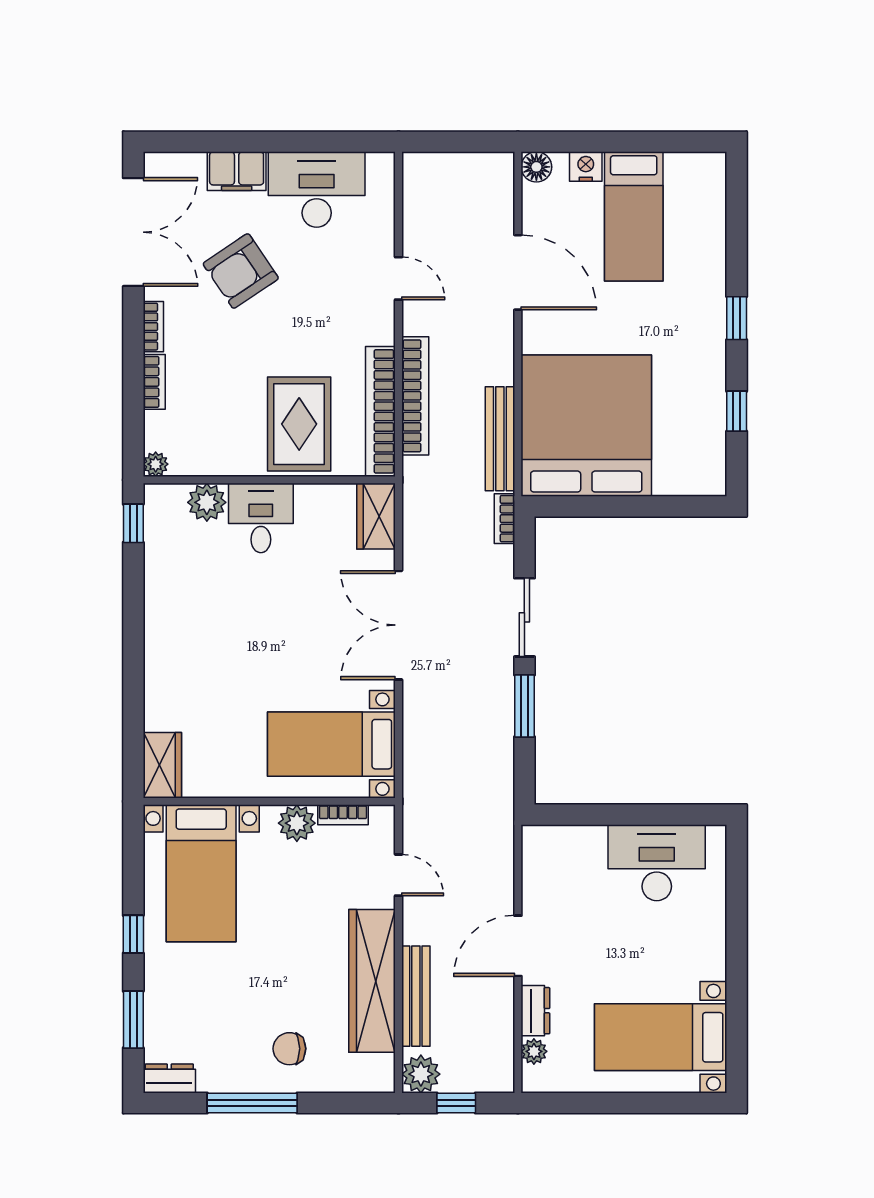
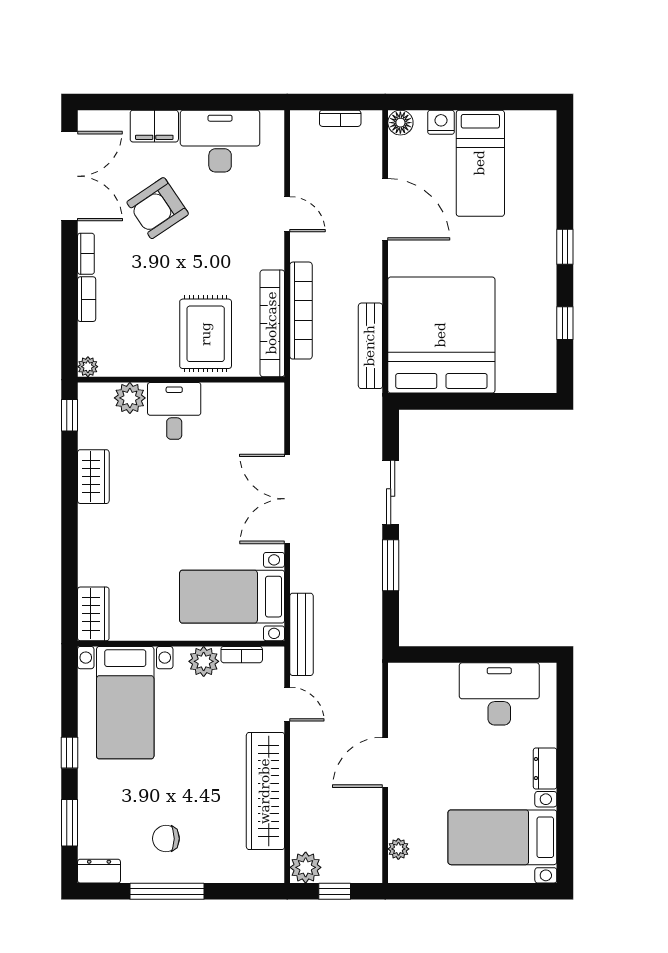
wardrobe: (376, 516) -> (93, 477), moved, turned 180
bookcase: (504, 519) -> (340, 118), moved, turned -90
bench: (416, 996) -> (301, 634), moved
dresser: (535, 1011) -> (545, 769), moved, turned 180
chair: (289, 1049) -> (166, 839), moved

